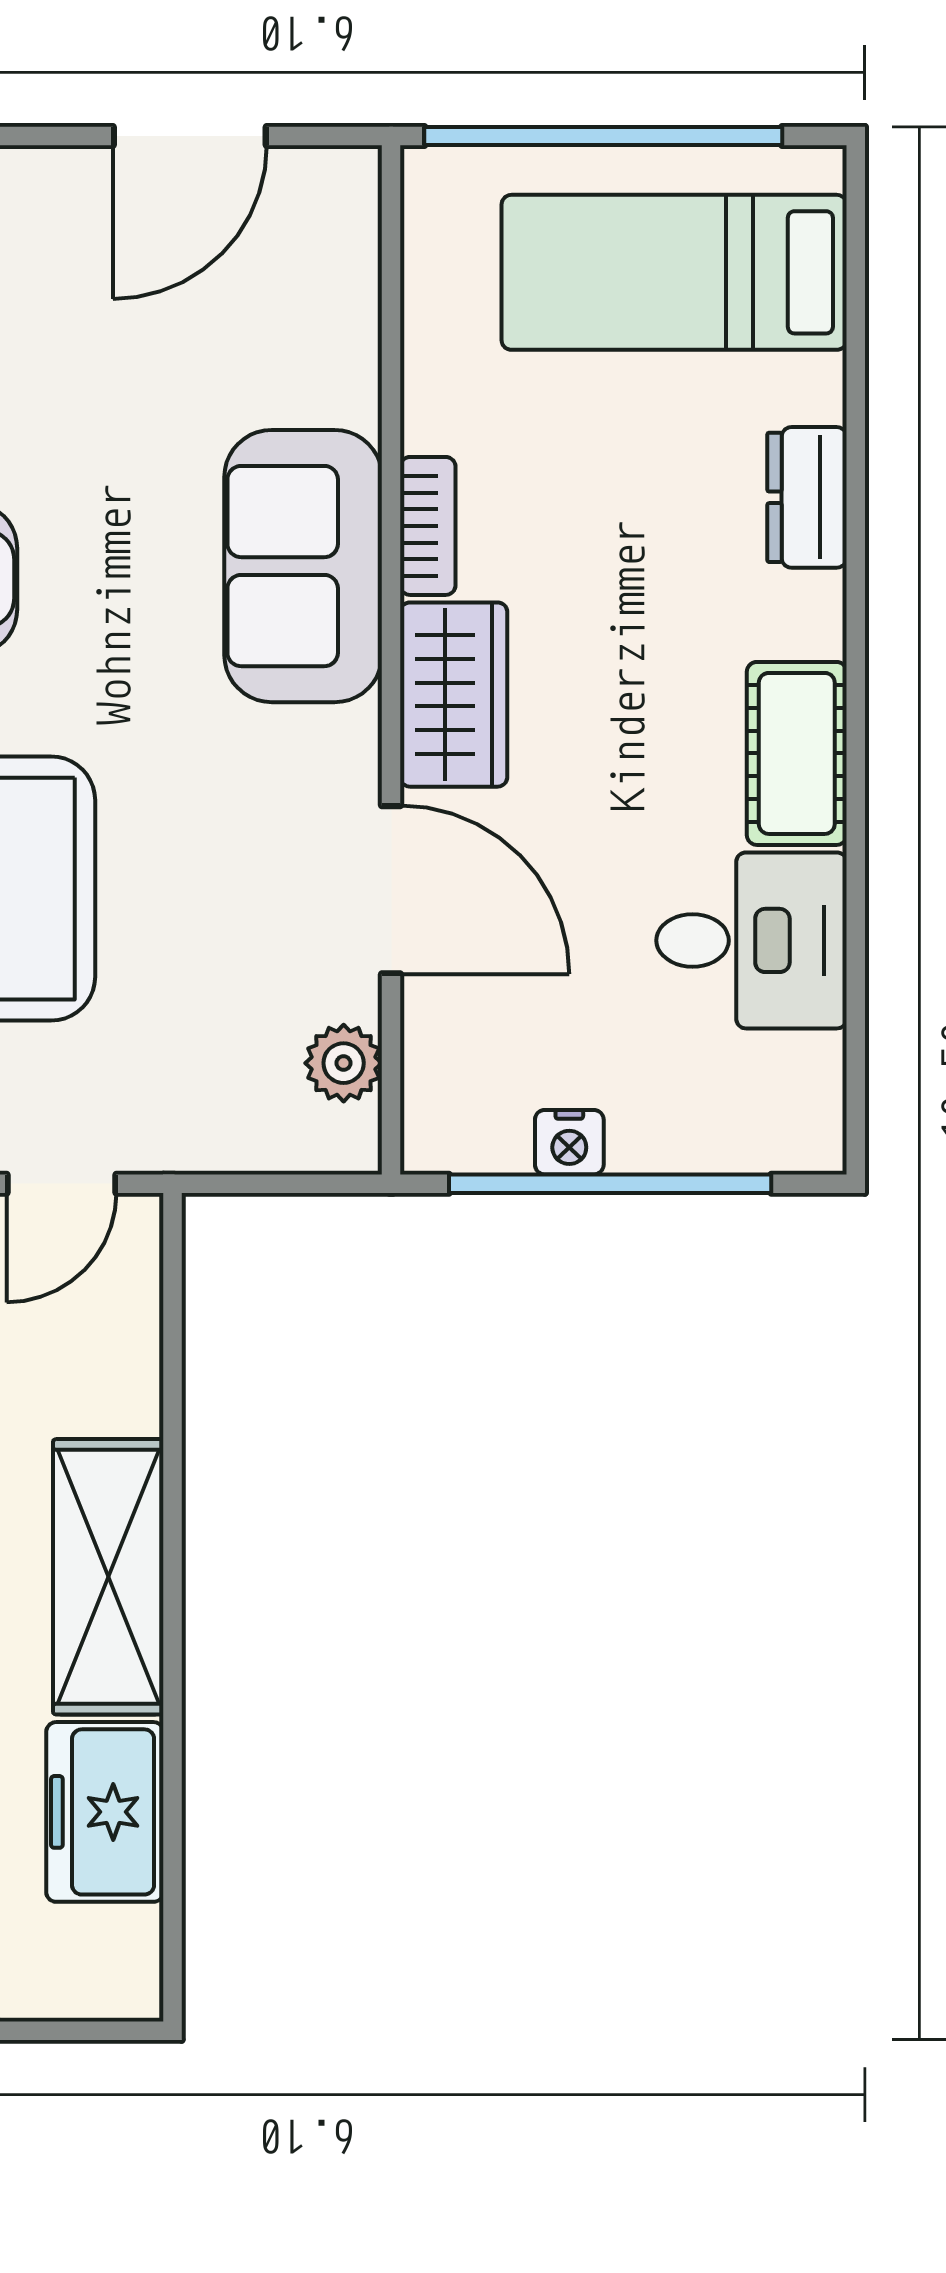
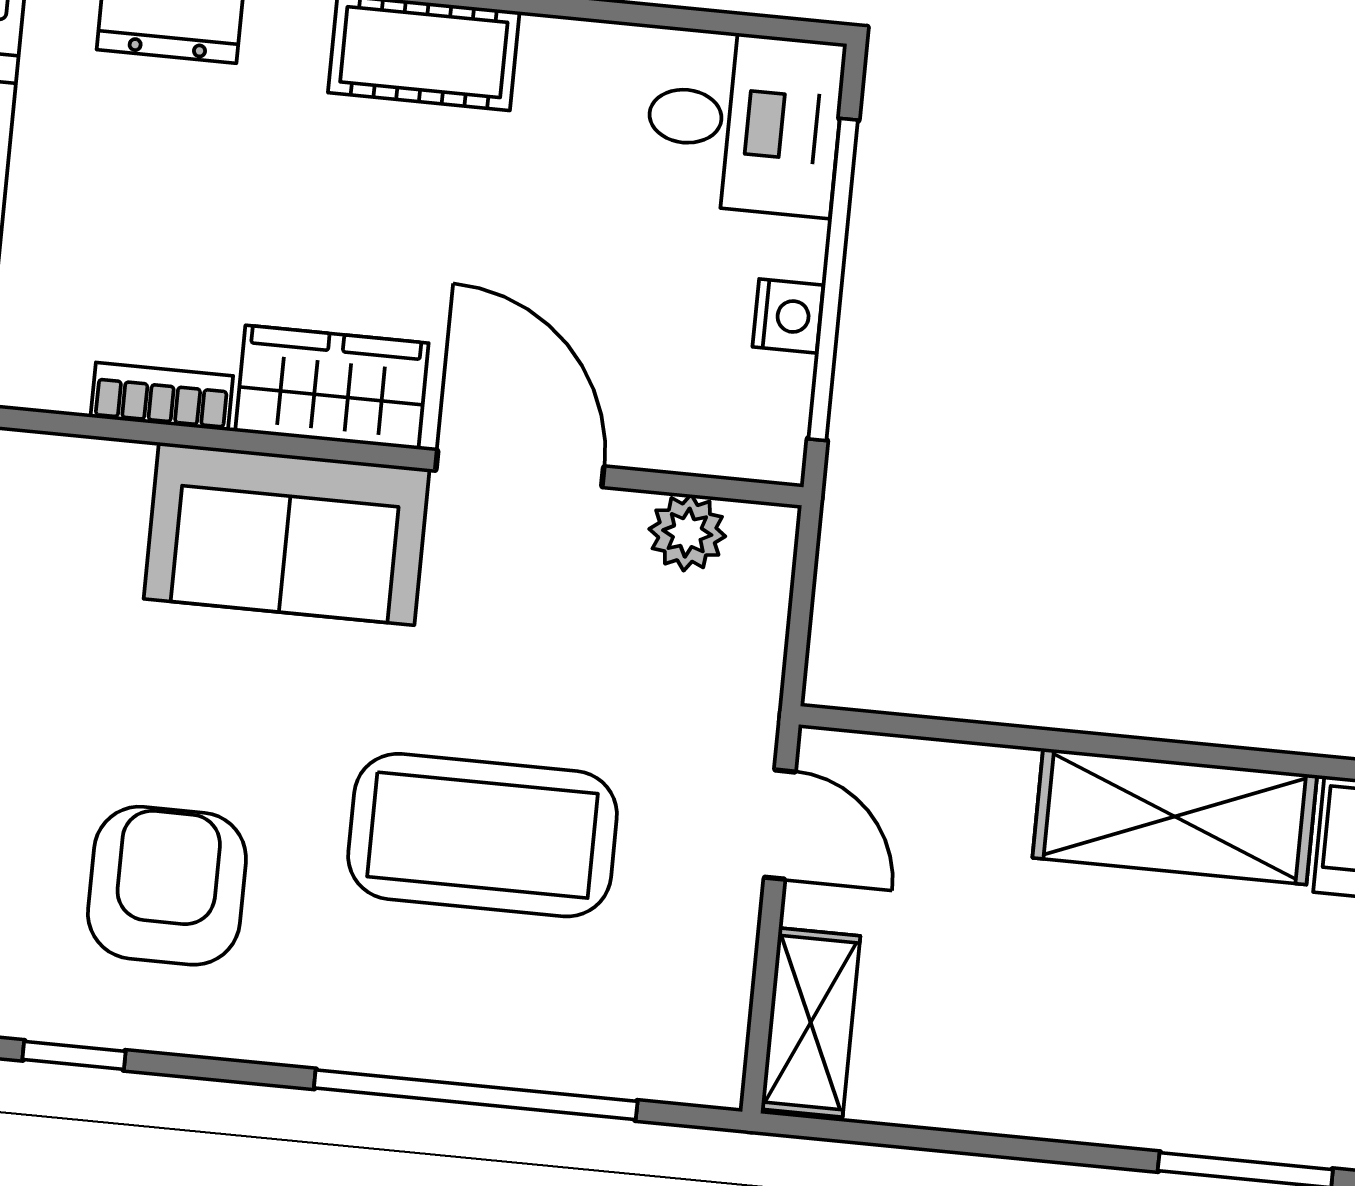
sofa: (303, 566) -> (287, 534), moved
door: (391, 890) -> (520, 468), hinge flipped
desk: (752, 940) -> (744, 122), moved, turned 90

